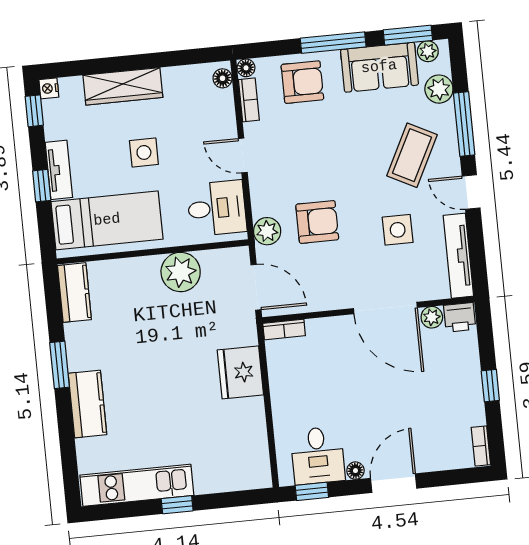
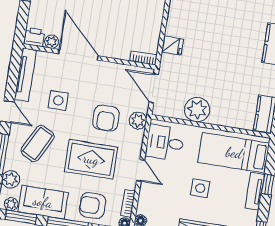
rug: (323, 152) -> (91, 159), added
armchair: (317, 222) -> (106, 118), turned -90
fridge: (240, 372) -> (172, 46), width x0.53, depth x0.75

